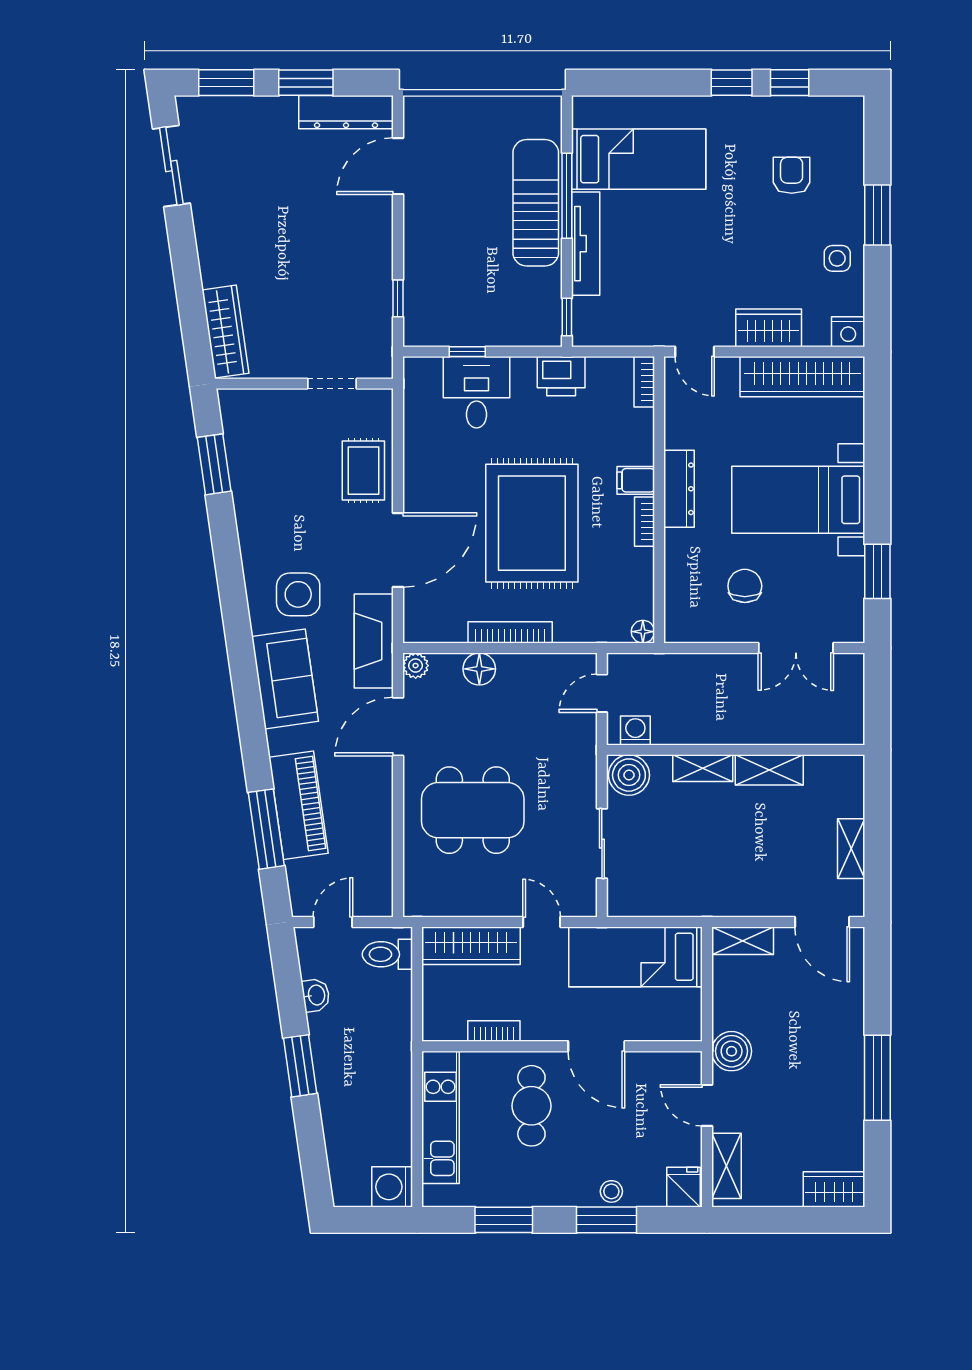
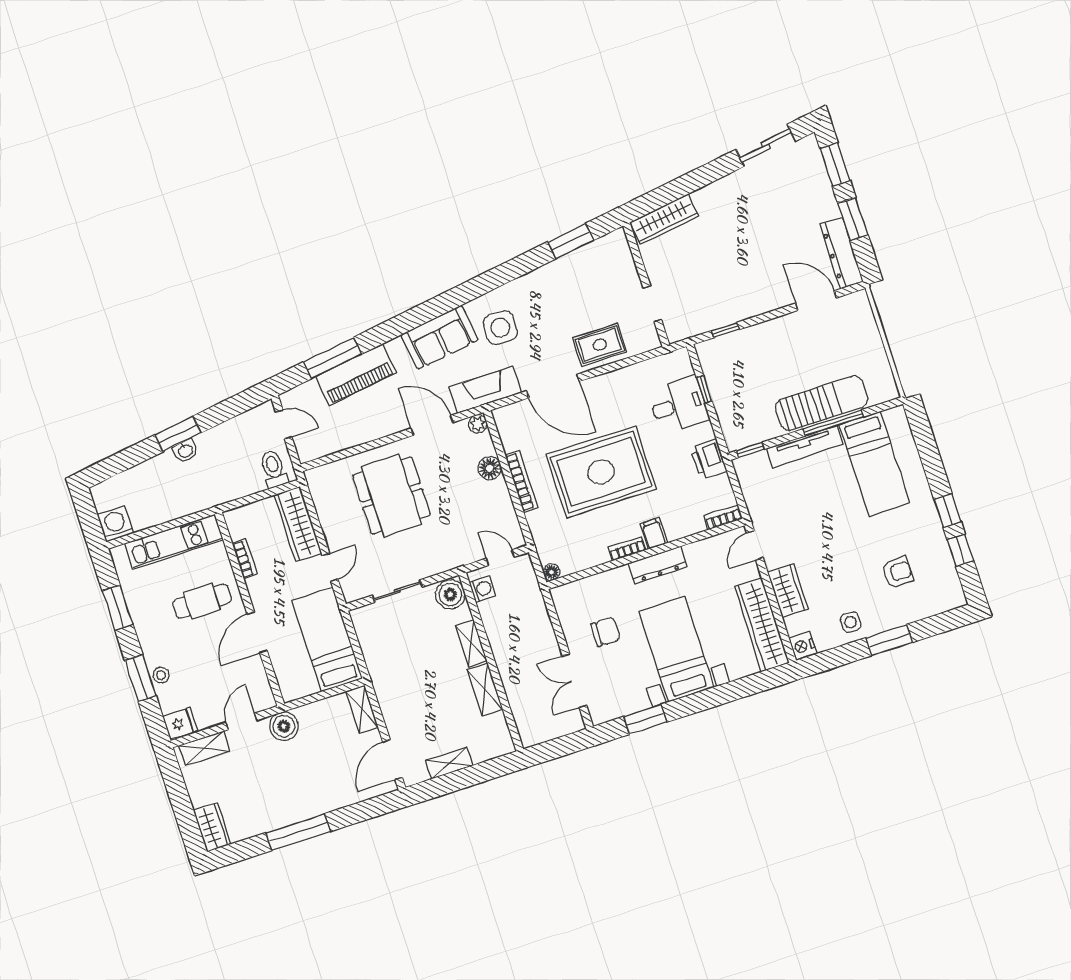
washbasin: (316, 995) -> (185, 451), moved

